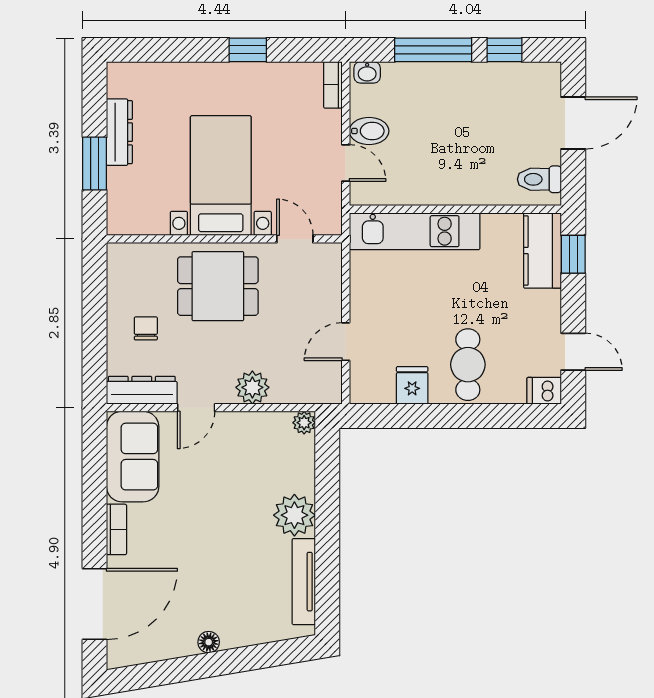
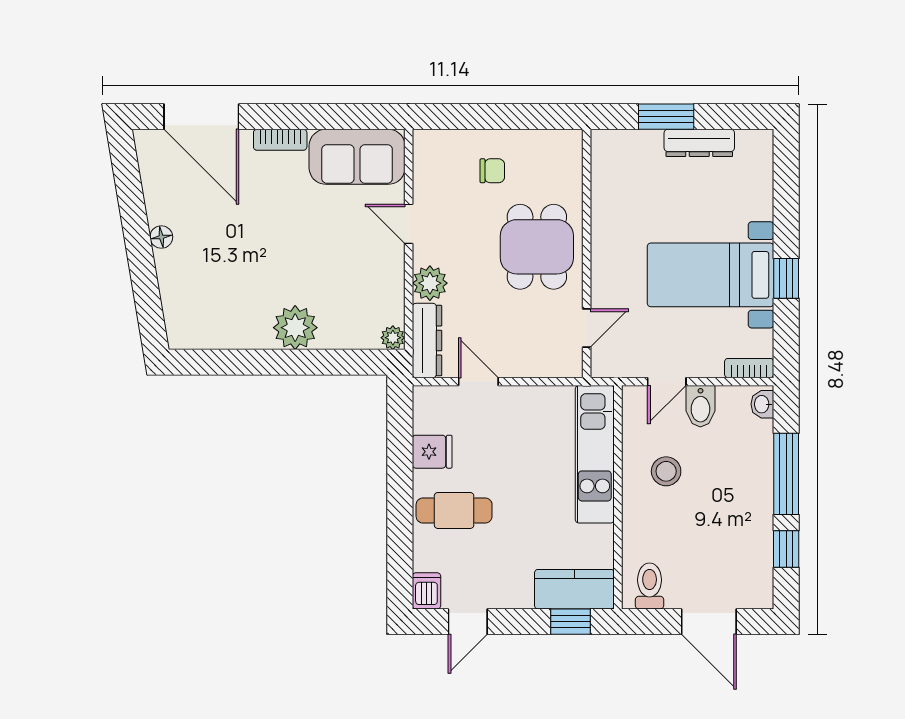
stool: (431, 164) -> (666, 471), added
bed with nightstands: (221, 176) -> (710, 275), moved, turned 180
dresser: (142, 390) -> (427, 341), moved
tv unit: (304, 582) -> (225, 337), removed

